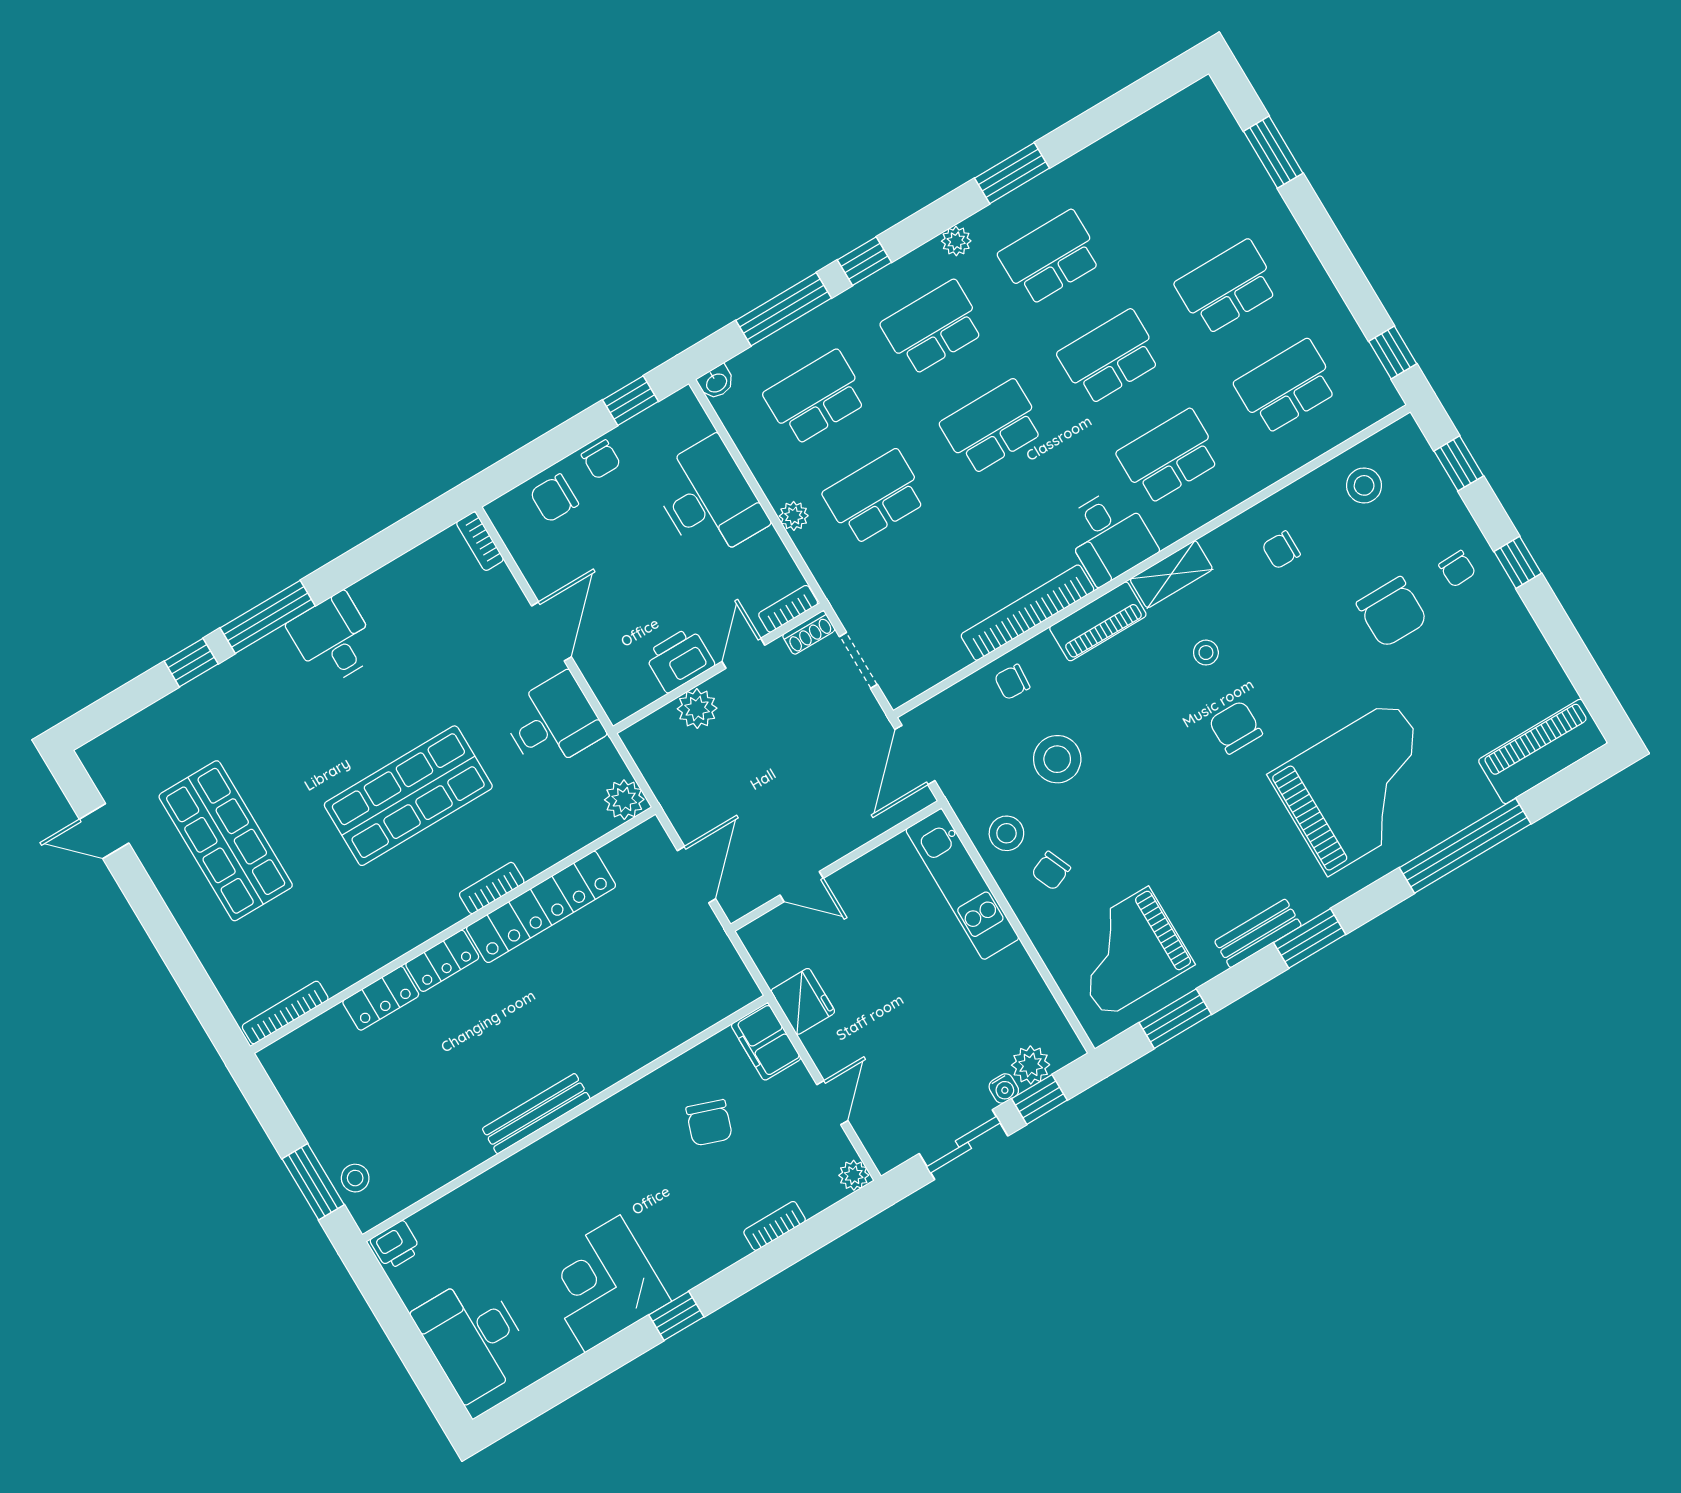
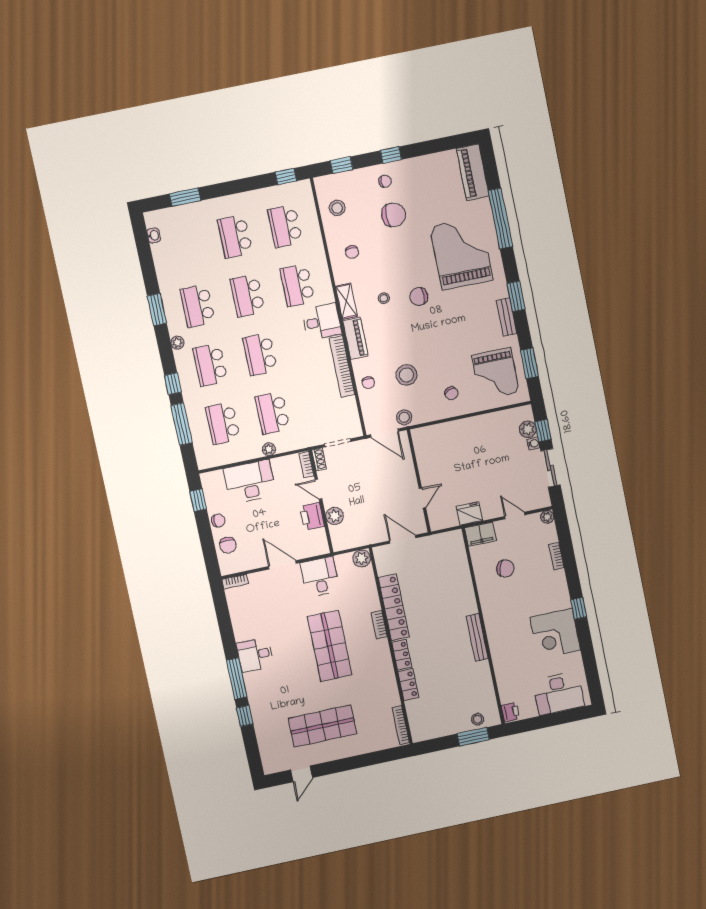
washbasin: (716, 382) -> (154, 235), moved
stool: (1006, 833) -> (404, 417), moved
kitchen unit: (962, 884) -> (444, 432), removed

